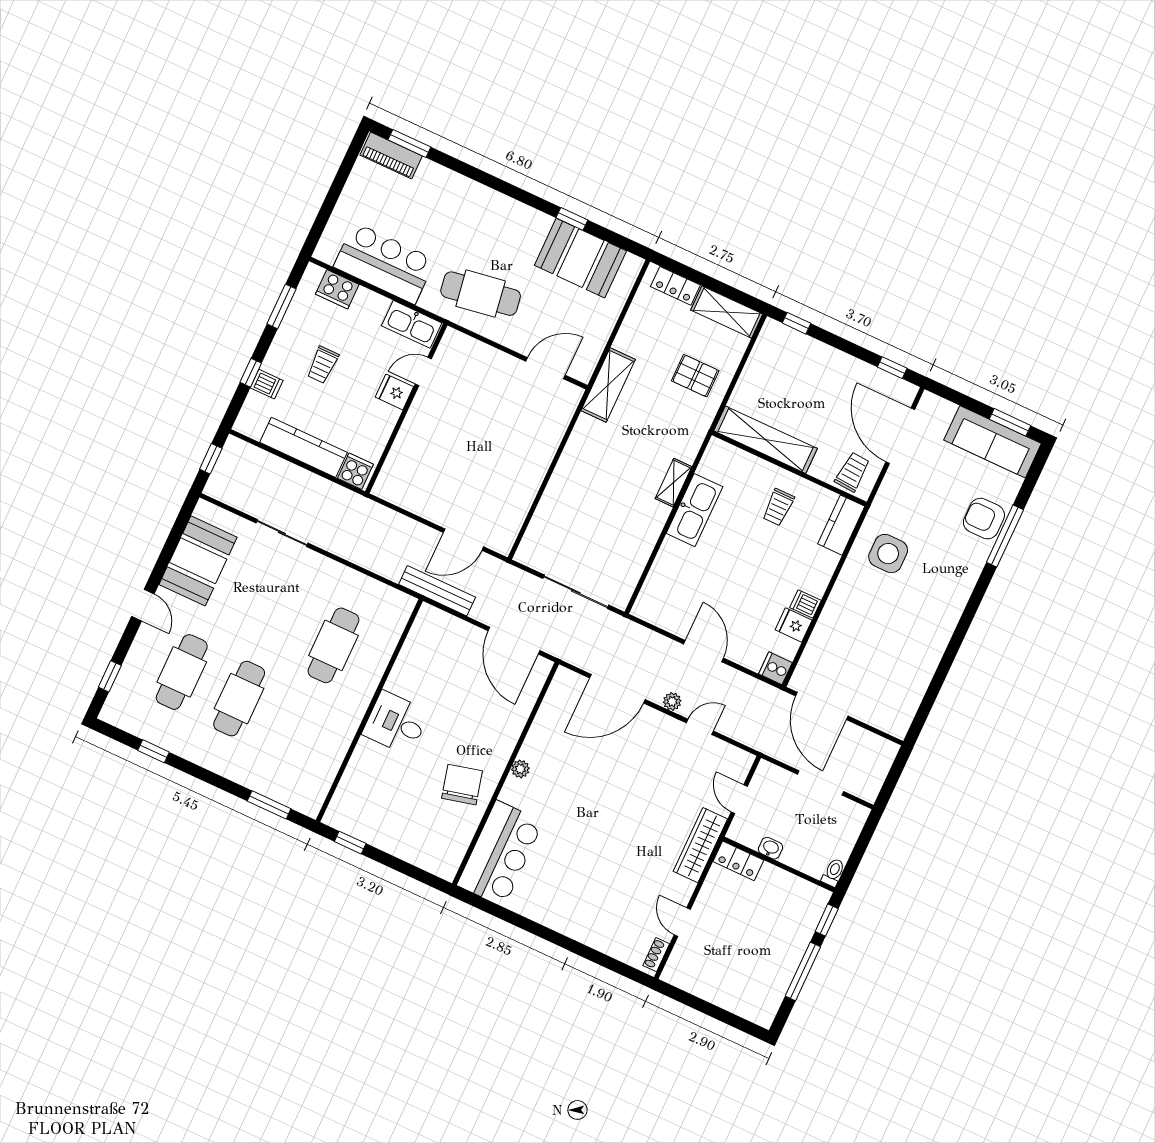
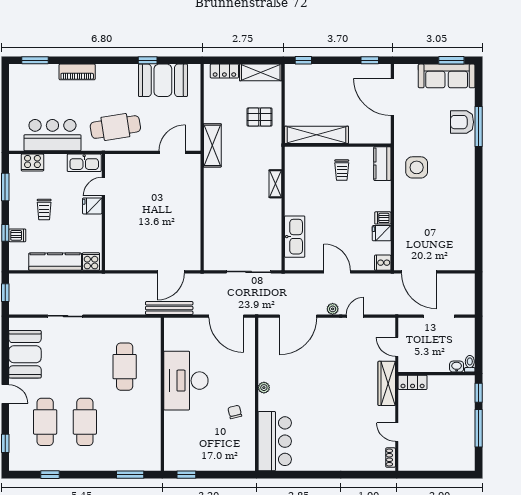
piano: (391, 155) -> (77, 72), moved
trolley: (852, 472) -> (375, 130), removed
kitchen sink: (695, 510) -> (295, 237), moved
desk: (396, 723) -> (186, 381), width x1.87, depth x1.30
chair: (462, 785) -> (235, 412), width x0.54, depth x0.54
washbasin: (770, 848) -> (457, 367), moved

